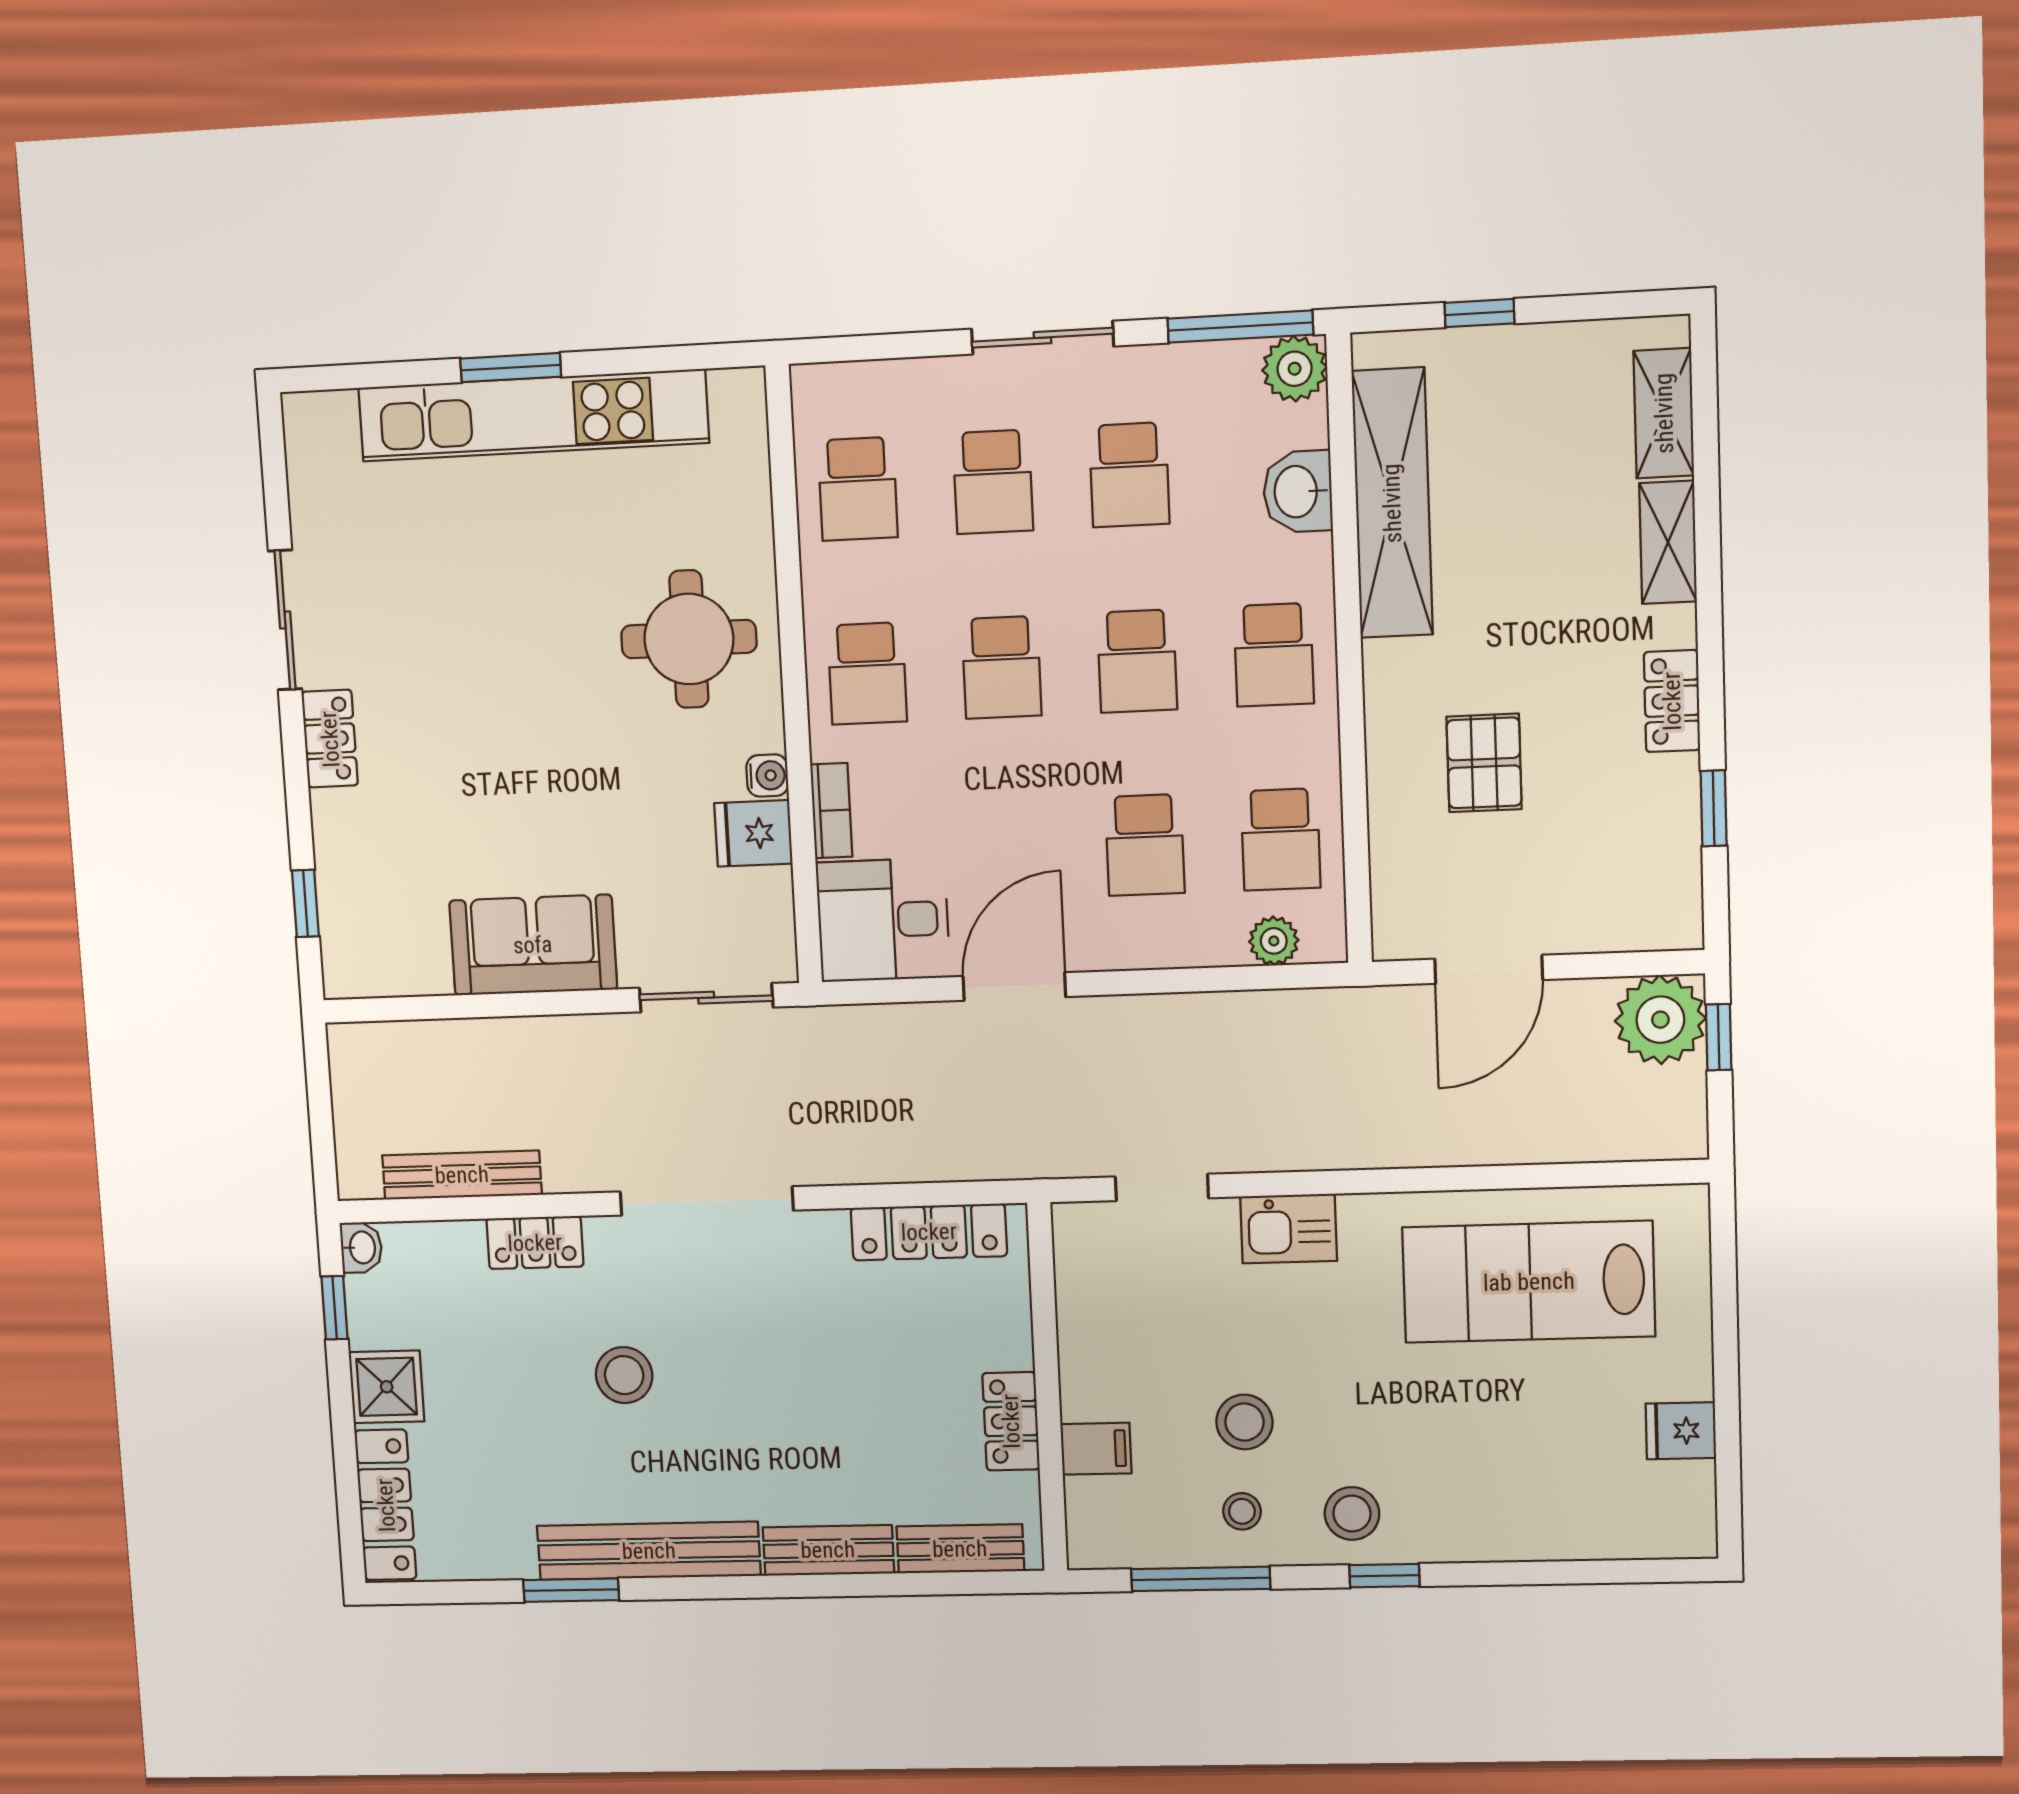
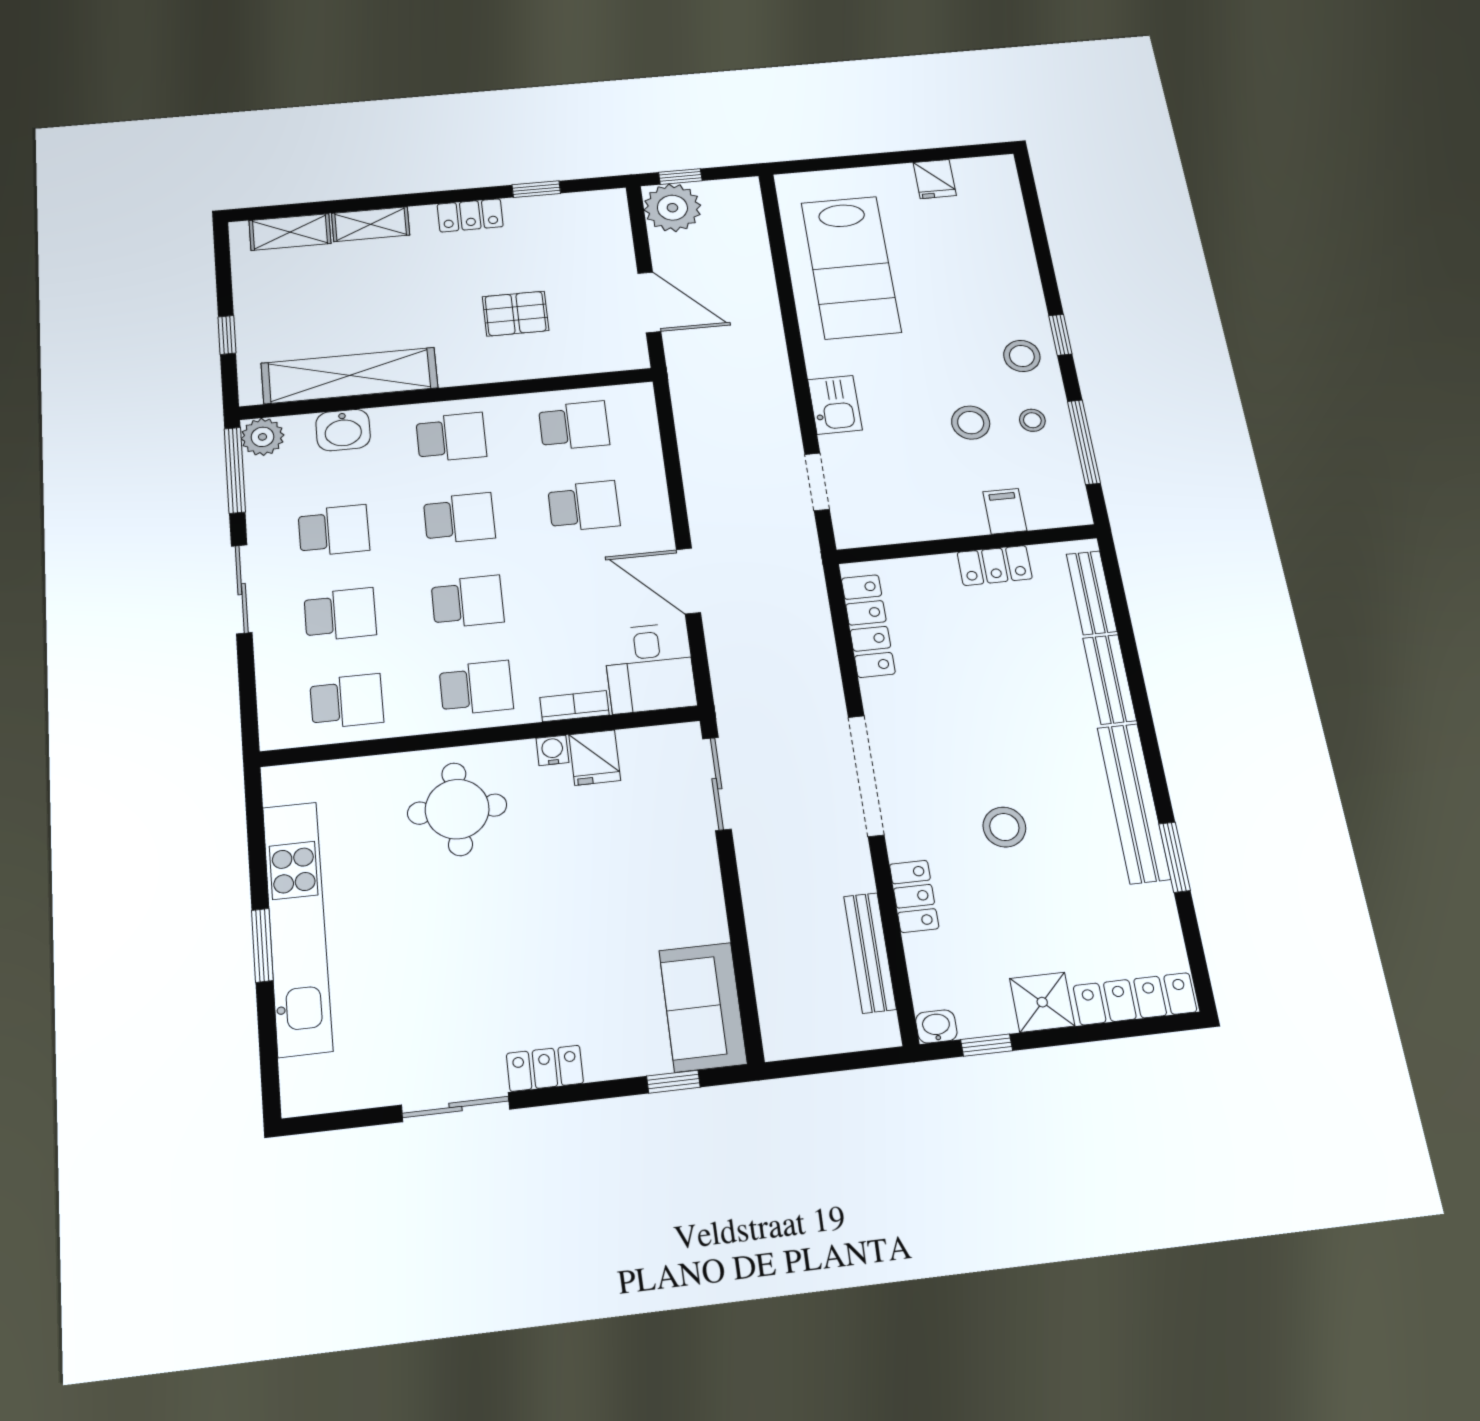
plant: (1274, 941) -> (642, 425), removed
sofa: (533, 945) -> (703, 1007), moved

